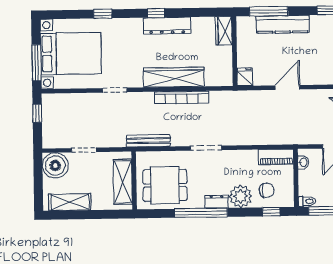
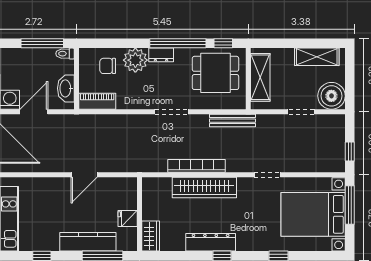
fridge: (245, 77) -> (128, 218), moved, turned 90
washbasin: (303, 162) -> (66, 88), width x1.91, depth x1.45
window: (271, 212) -> (223, 43), moved

